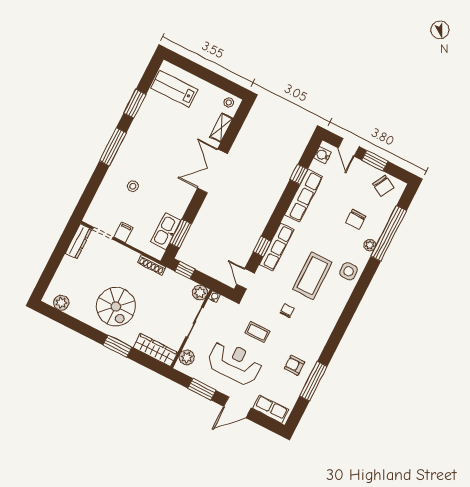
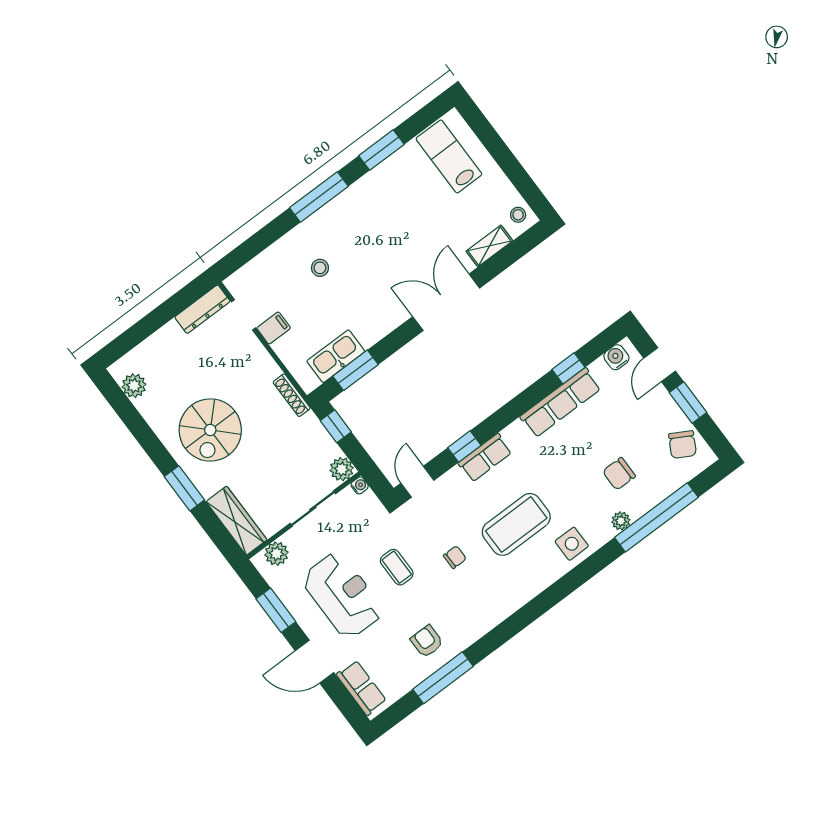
row of seats: (277, 247) -> (485, 458), width x0.68

